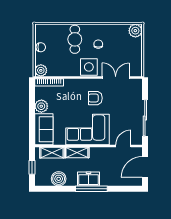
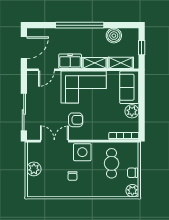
plant: (135, 31) -> (34, 169), moved
cafe table: (75, 39) -> (112, 163), moved
plant: (41, 70) -> (132, 191), moved
double door: (116, 78) -> (54, 141), swing flipped
sliding door: (145, 118) -> (24, 112), moved
freezer: (88, 179) -> (70, 61), moved, turned 180
window: (91, 189) -> (80, 25), width x1.46

